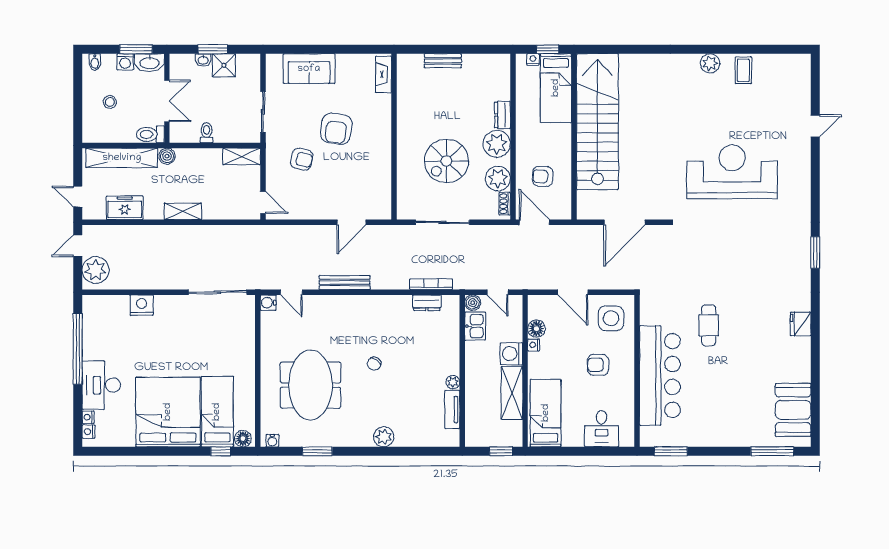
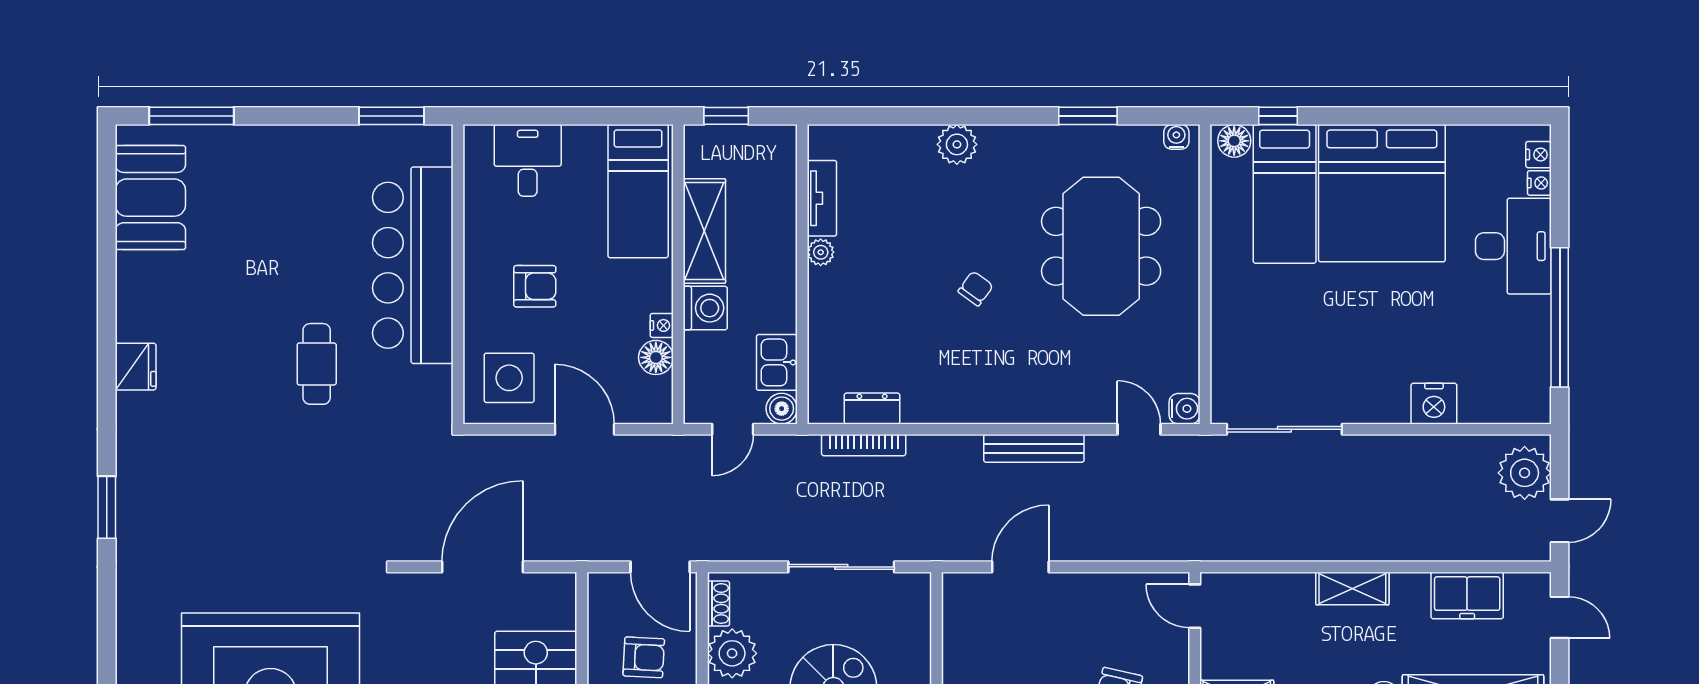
door: (498, 292) -> (733, 429), swing flipped

